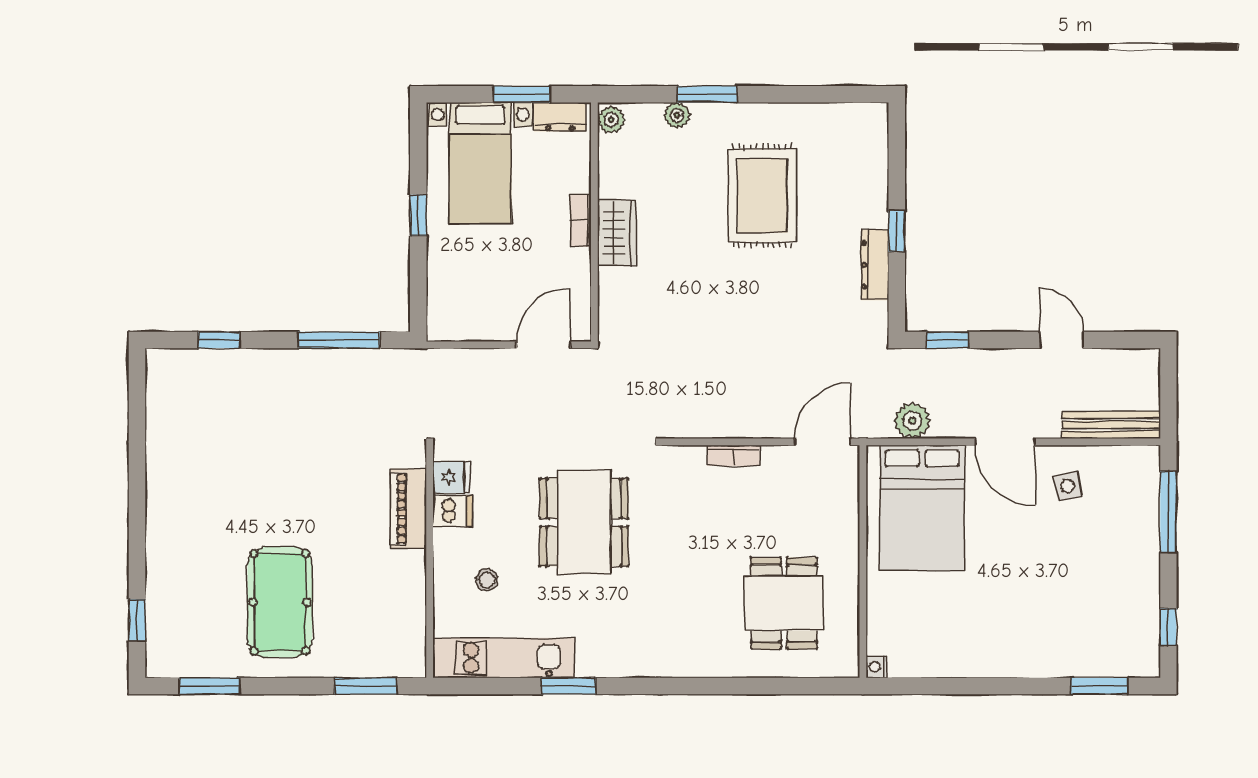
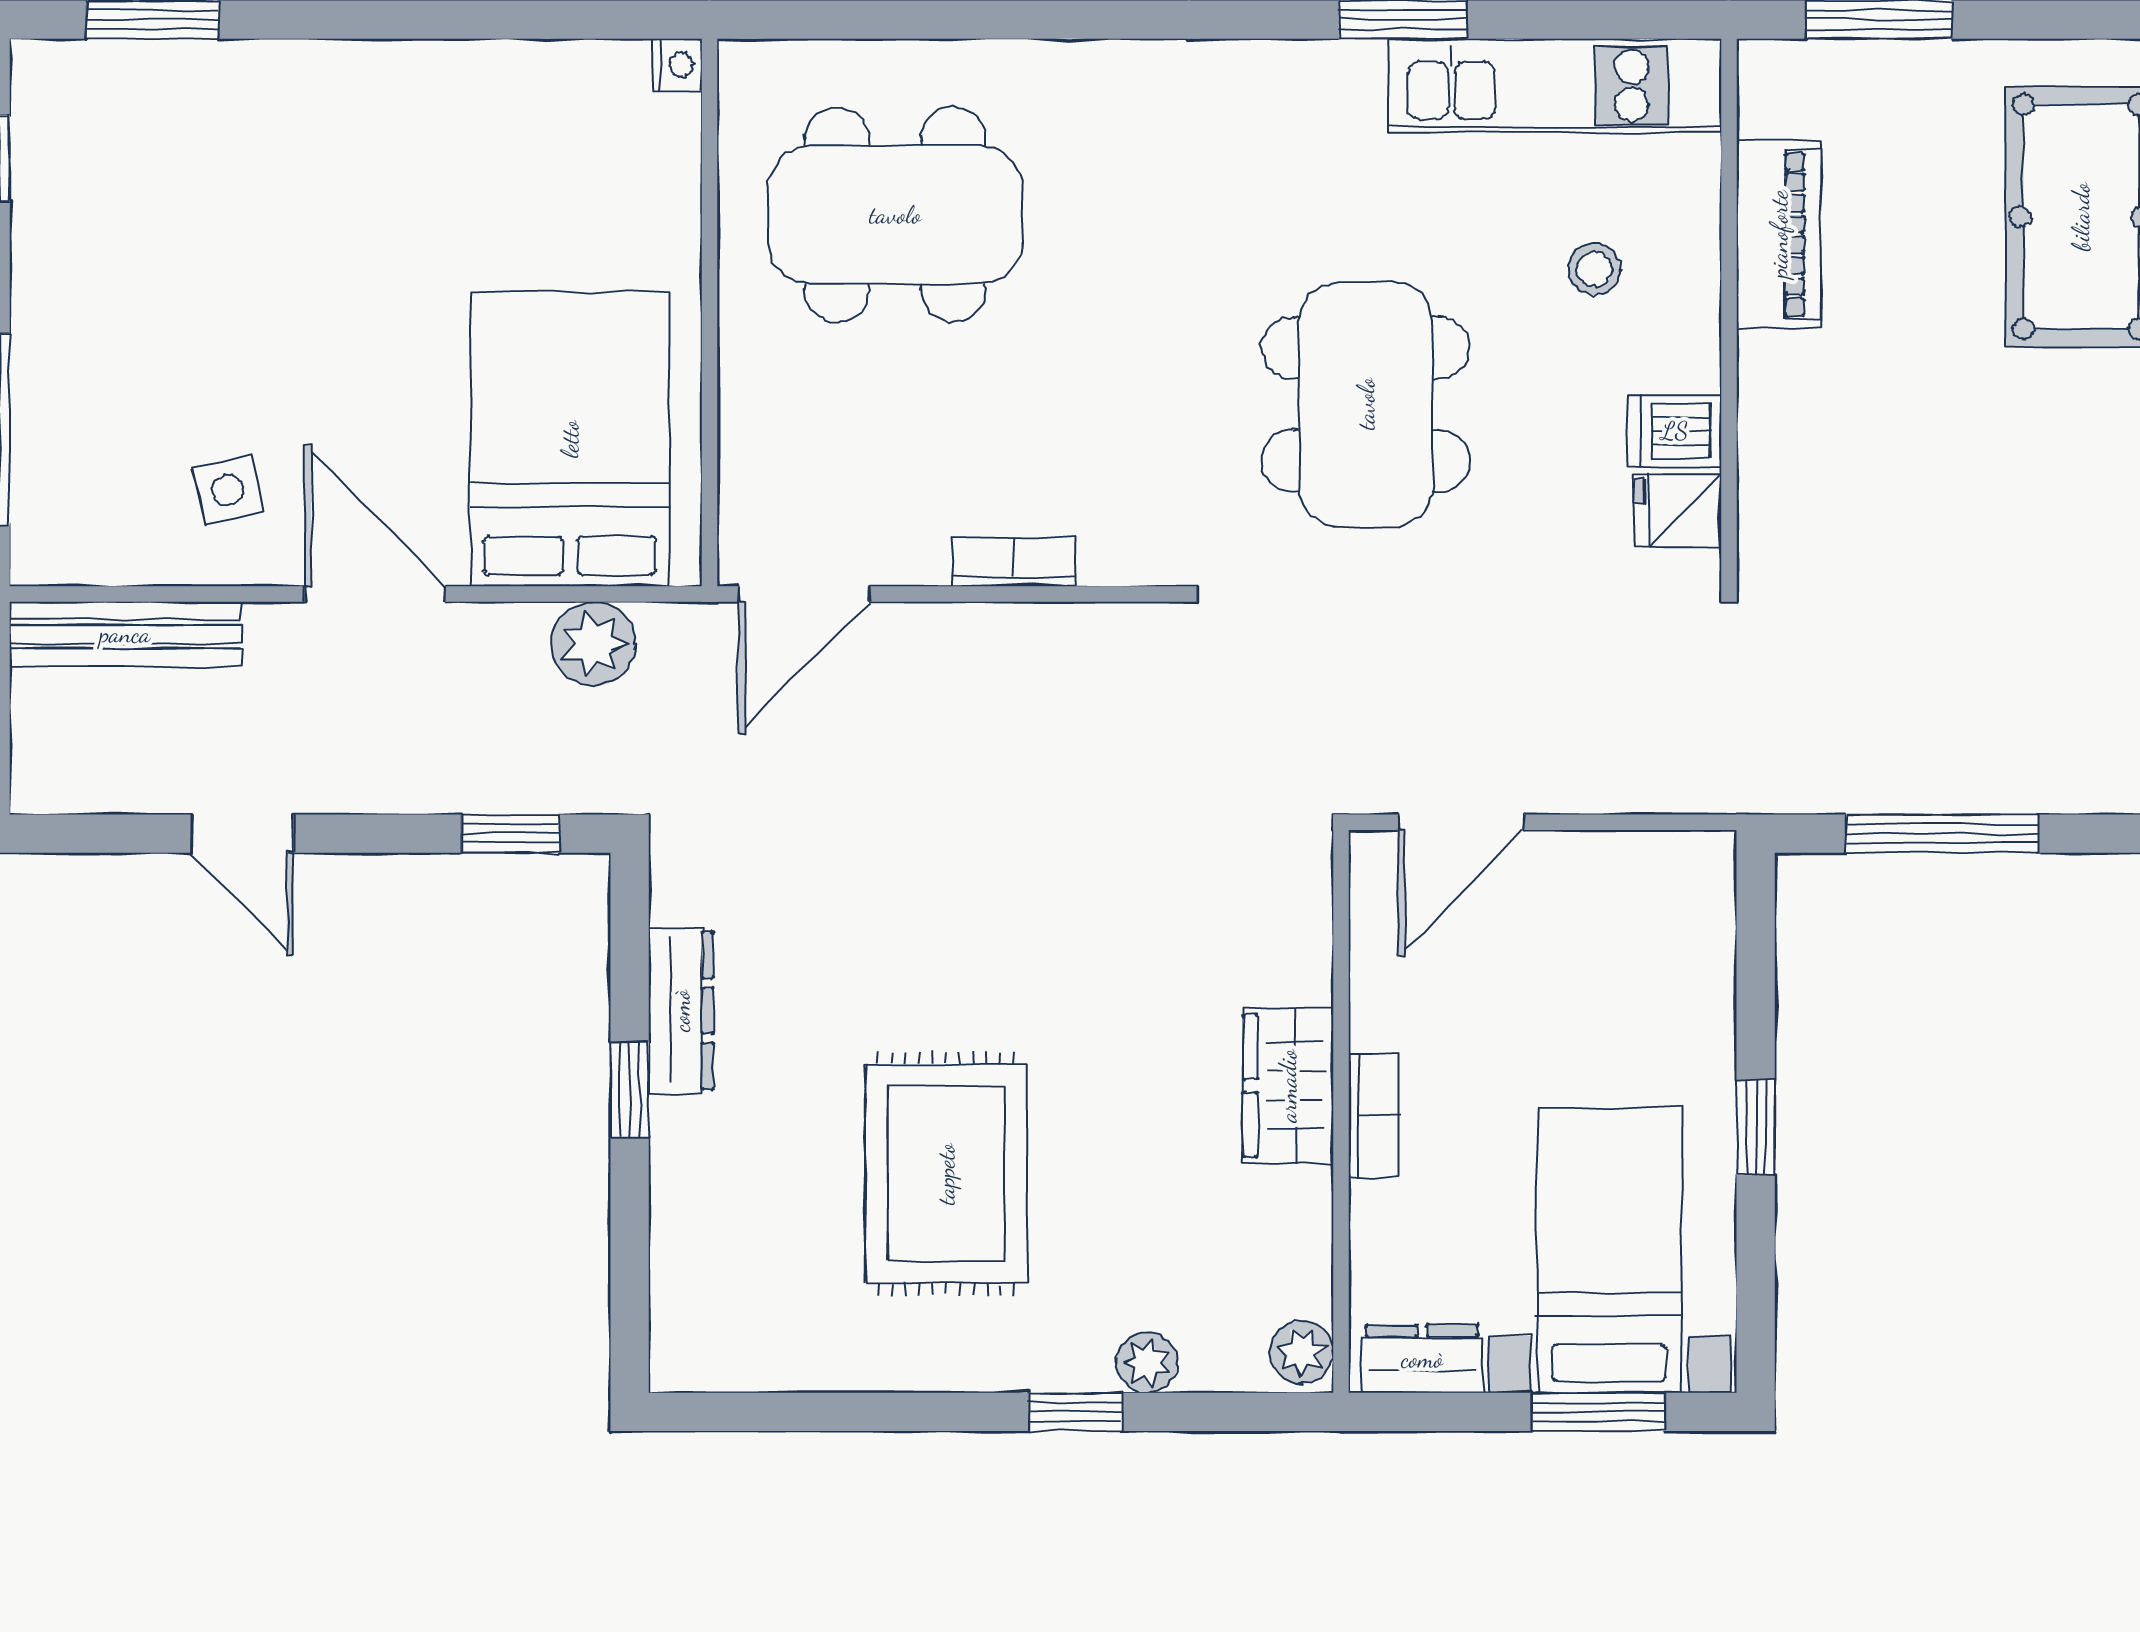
window: (522, 94) -> (1599, 1412), moved
window: (707, 94) -> (1076, 1412), width x0.67
piano: (408, 509) -> (1779, 234), moved
dining table: (784, 603) -> (895, 215), width x1.37

